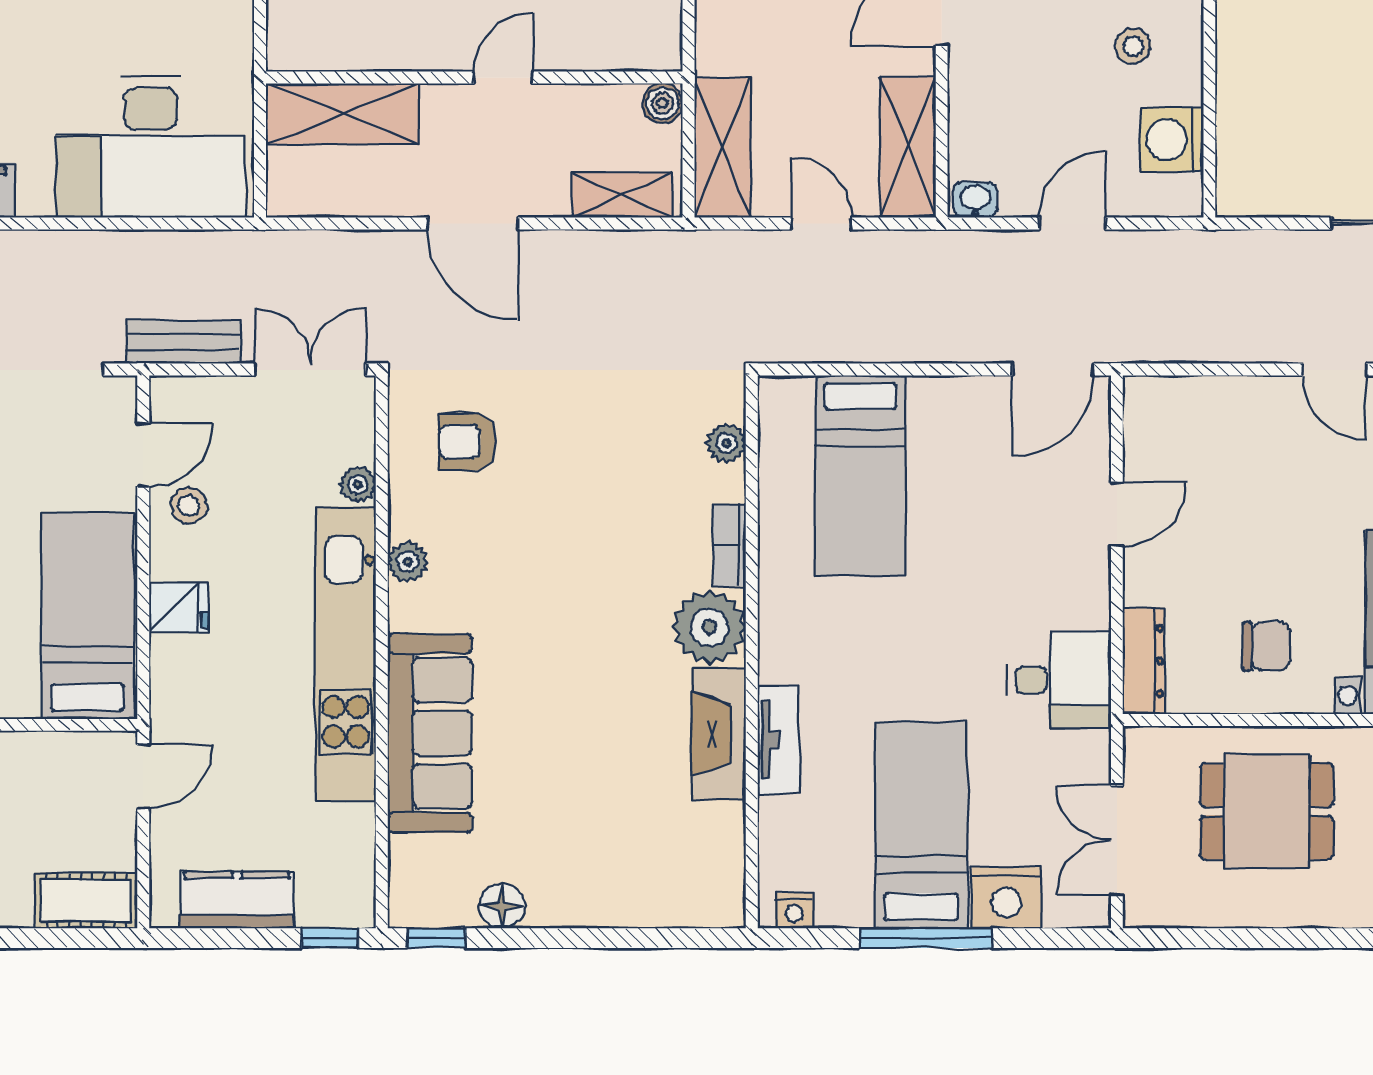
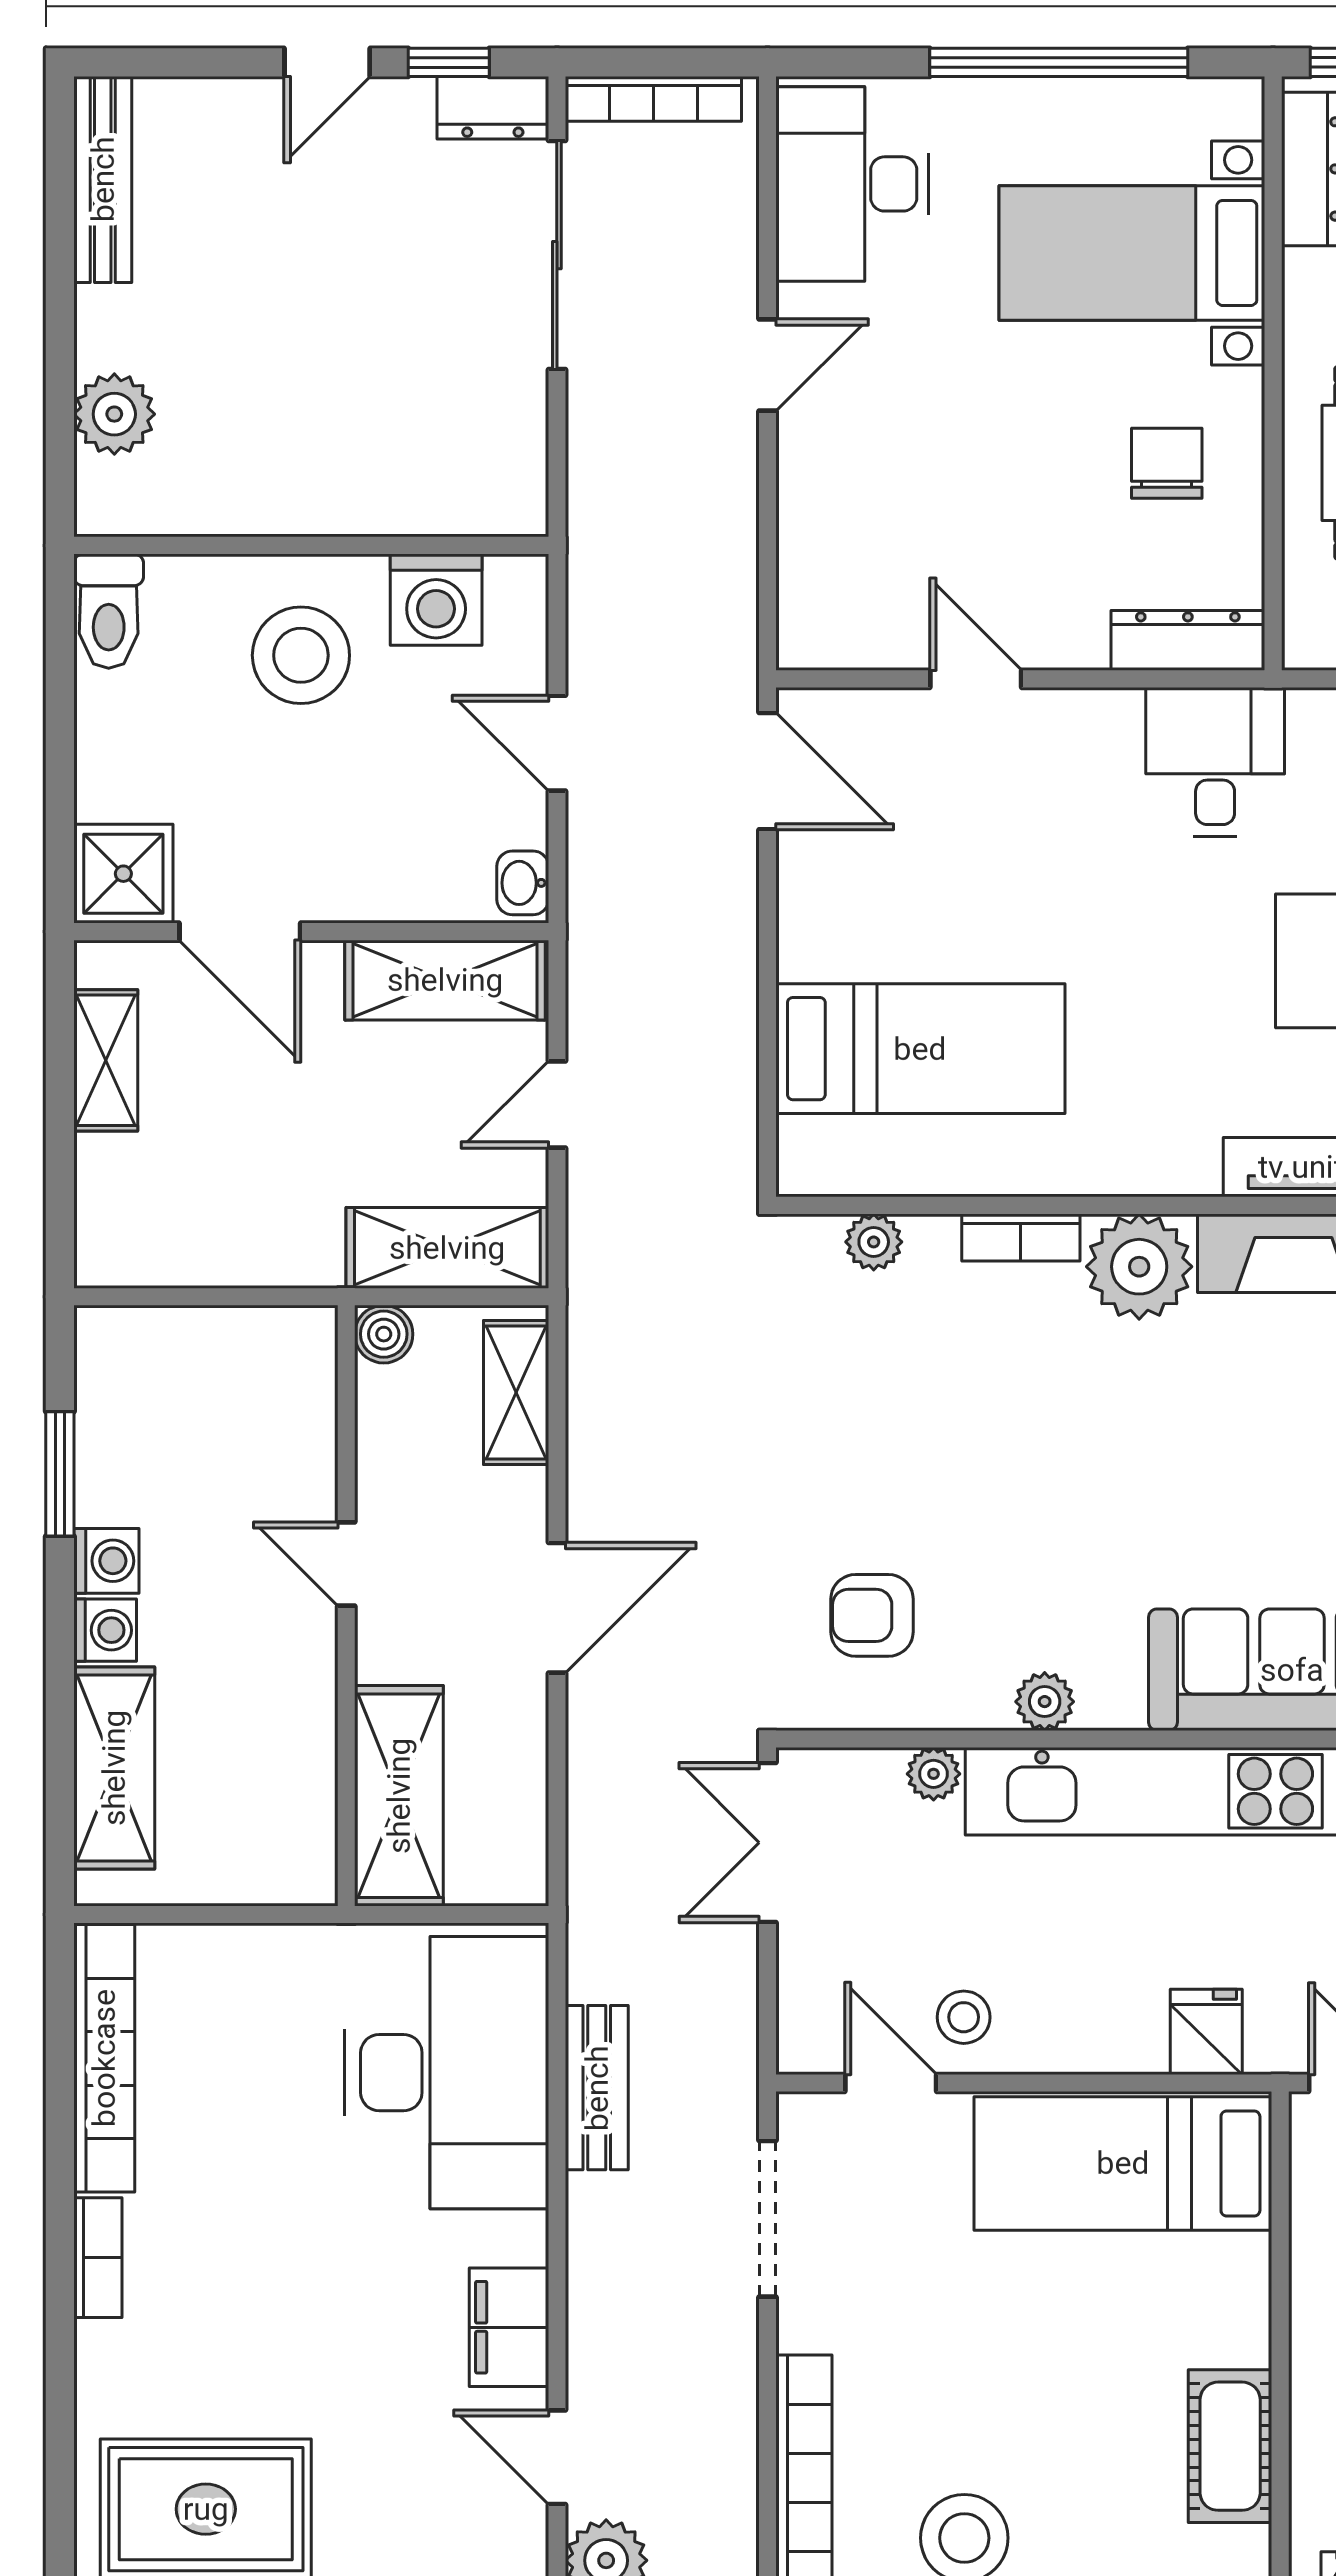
stool: (1133, 46) -> (301, 655), width x1.89, depth x1.89
bench: (183, 342) -> (597, 2088), moved
armchair: (468, 442) -> (872, 1615), turned 90
fridge: (179, 607) -> (1206, 2032), moved

